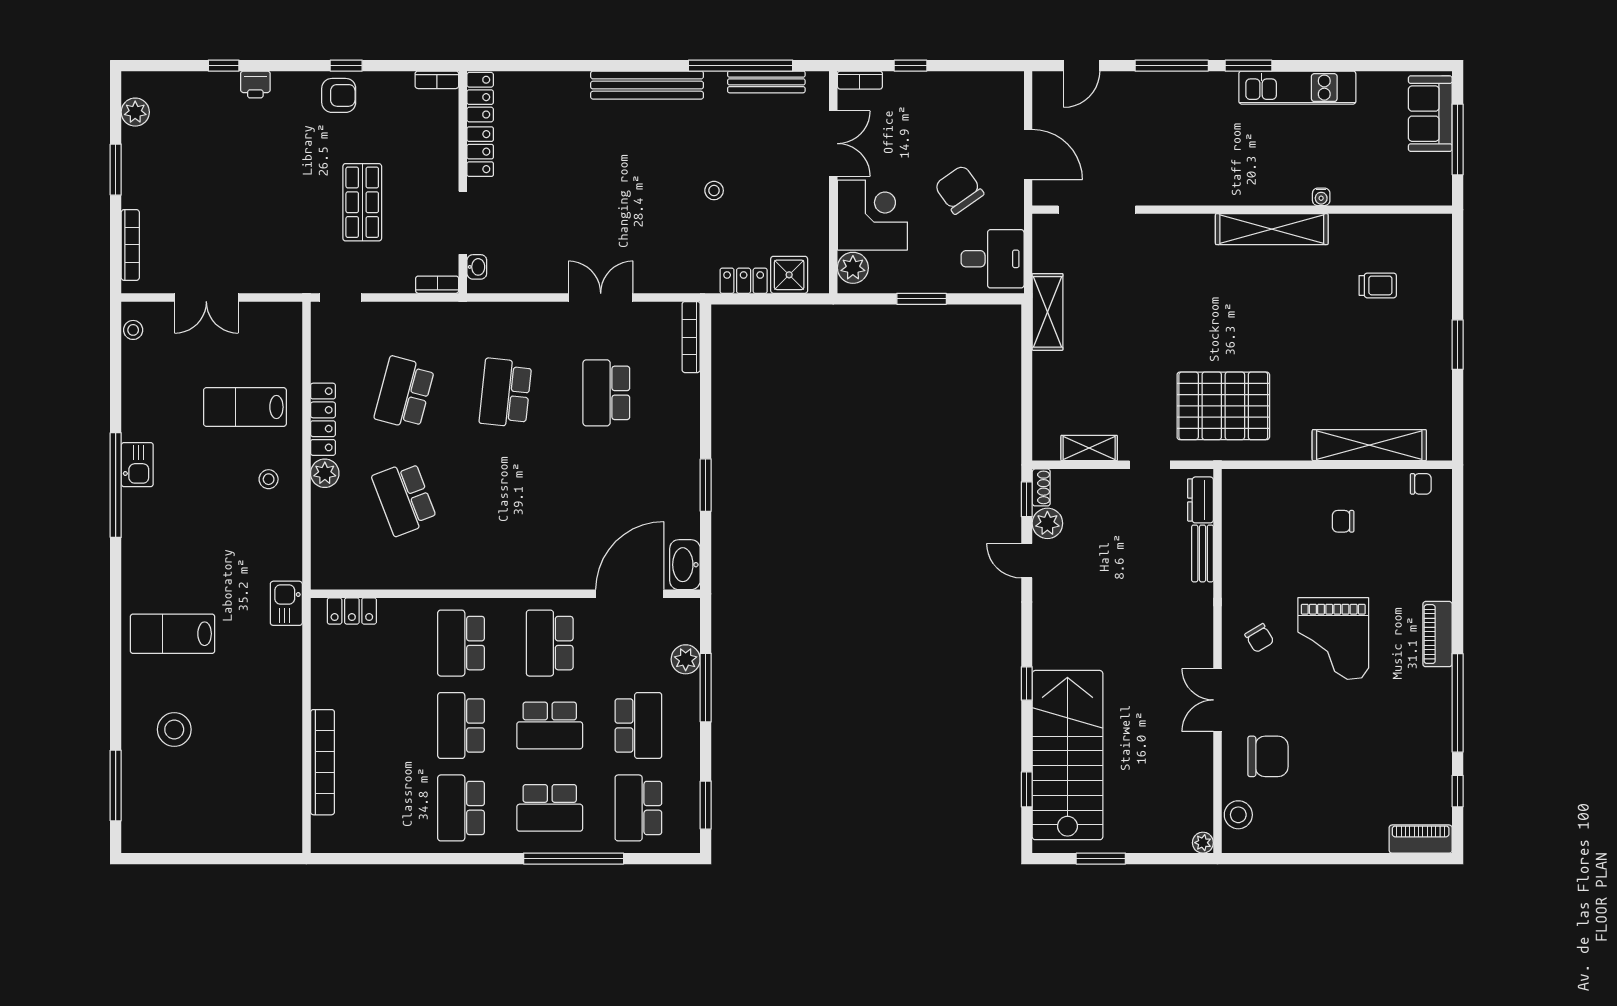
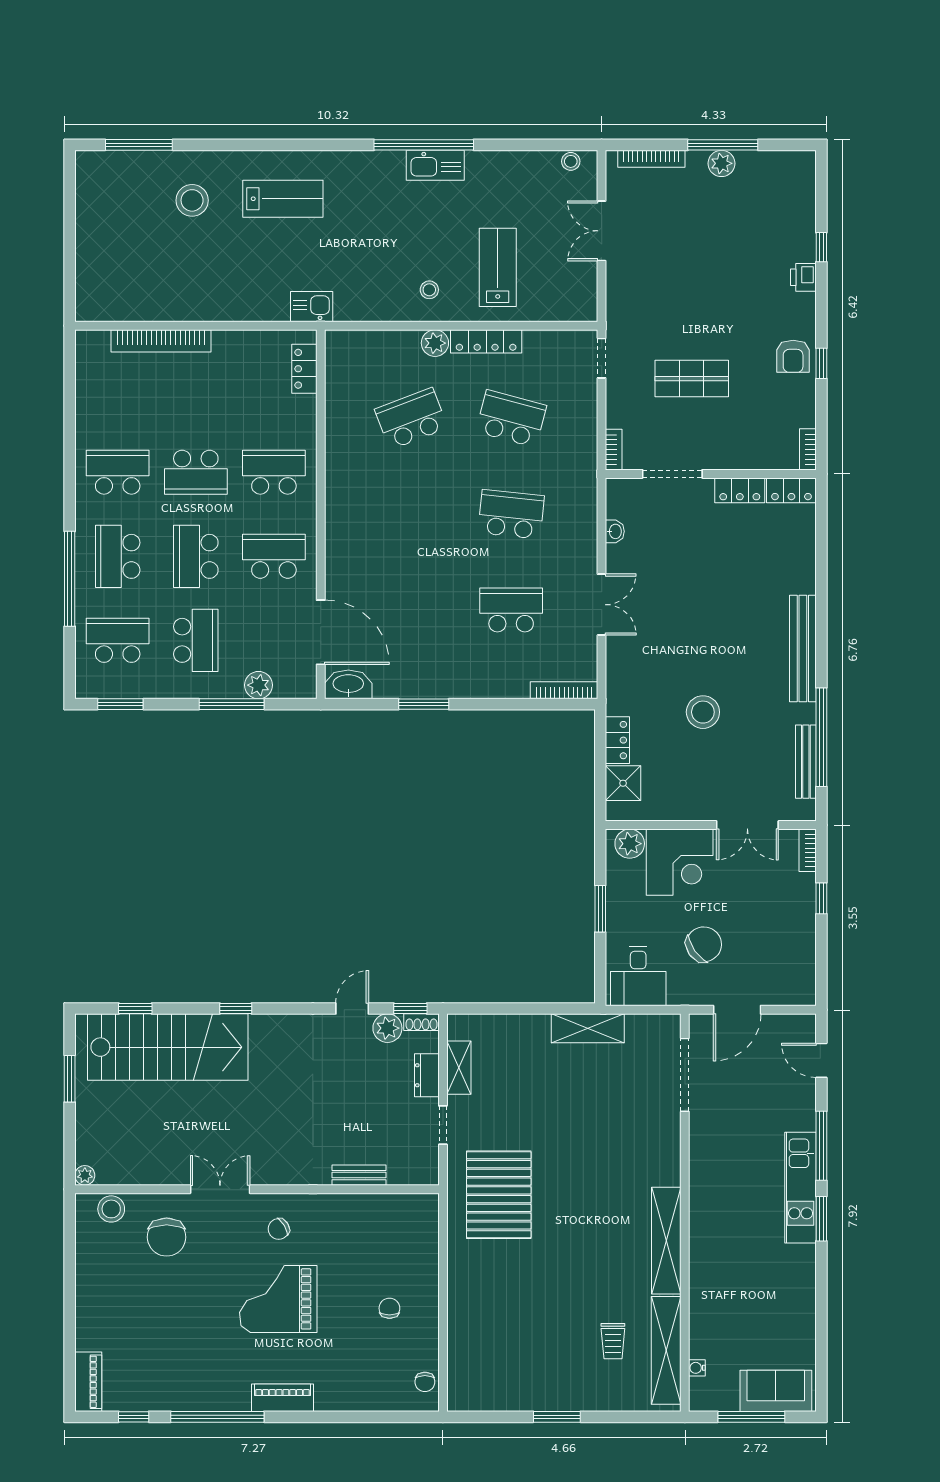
kitchen unit: (1297, 88) -> (801, 1188), moved
plant: (135, 112) -> (721, 163), moved
window: (116, 170) -> (723, 145), width x1.44
stool: (714, 191) -> (703, 712), width x1.89, depth x1.89
water cooler: (1321, 197) -> (697, 1368), moved
washbasin: (477, 267) -> (615, 531), moved, turned -90
shelving: (1369, 445) -> (666, 1350), moved
kitchen sink: (137, 465) -> (435, 165), width x1.38
dresser: (1200, 500) -> (427, 1075), moved, turned -90
lab bench: (172, 634) -> (283, 199), turned 90
school desk: (461, 726) -> (196, 472), turned 180
school desk: (638, 726) -> (196, 640), turned -90

